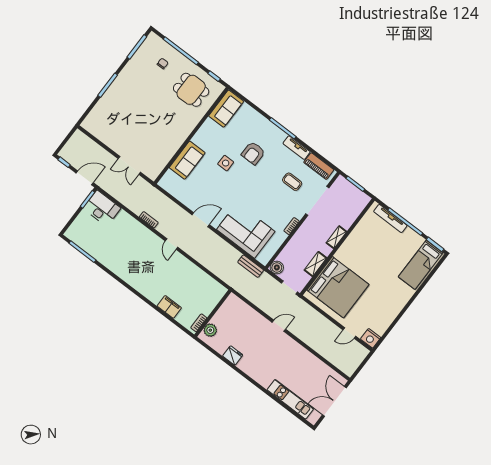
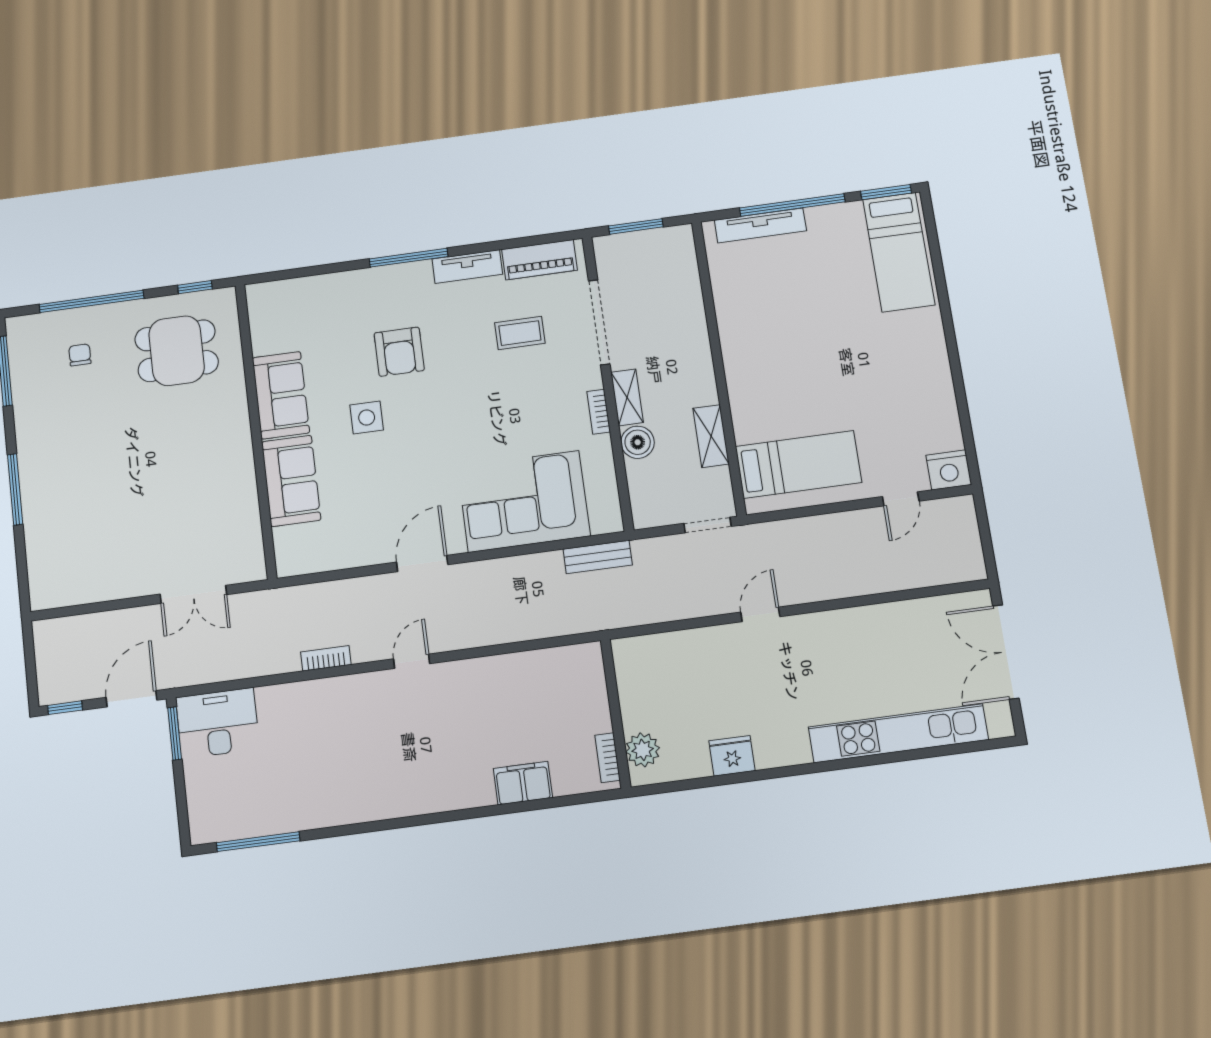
sofa: (226, 109) -> (281, 395), moved
shelving: (336, 237) -> (627, 397), moved
door: (171, 244) -> (412, 661), swing flipped
boiler: (277, 267) -> (638, 442), moved
bed: (338, 287) -> (799, 465), width x0.49
kitchen unit: (290, 399) -> (898, 733), width x1.36

